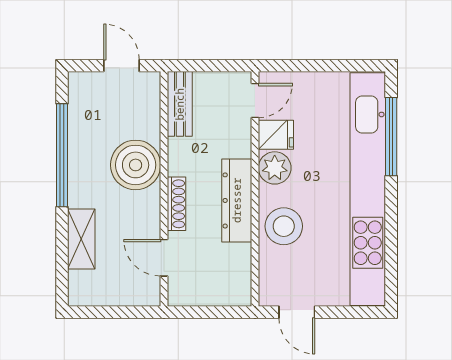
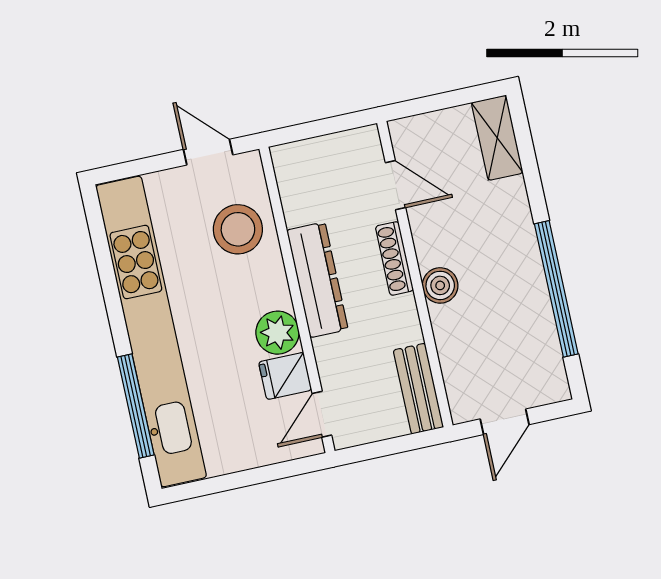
door: (121, 66) -> (505, 422), hinge flipped
boiler: (136, 165) -> (440, 285), width x0.54, depth x0.54
stool: (284, 226) -> (238, 229), moved
shelving: (81, 239) -> (497, 138), moved

